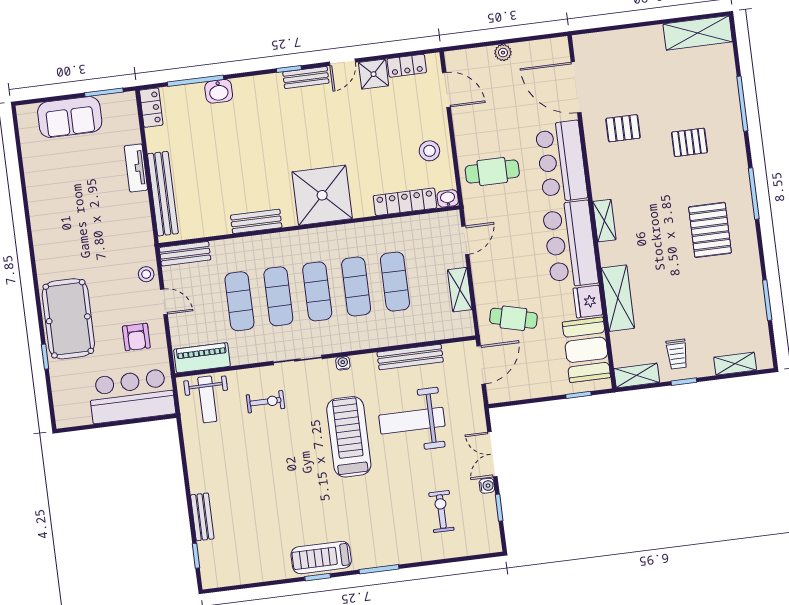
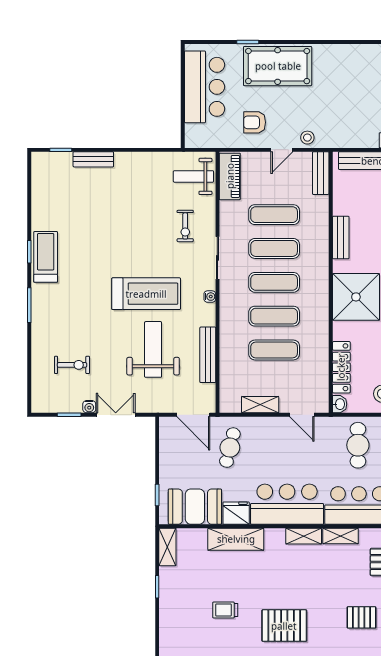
pallet: (689, 142) -> (361, 617), turned 90
trolley: (677, 354) -> (225, 610), moved
shelving: (735, 364) -> (341, 536), moved, turned 90
bar counter: (132, 396) -> (205, 87), moved

